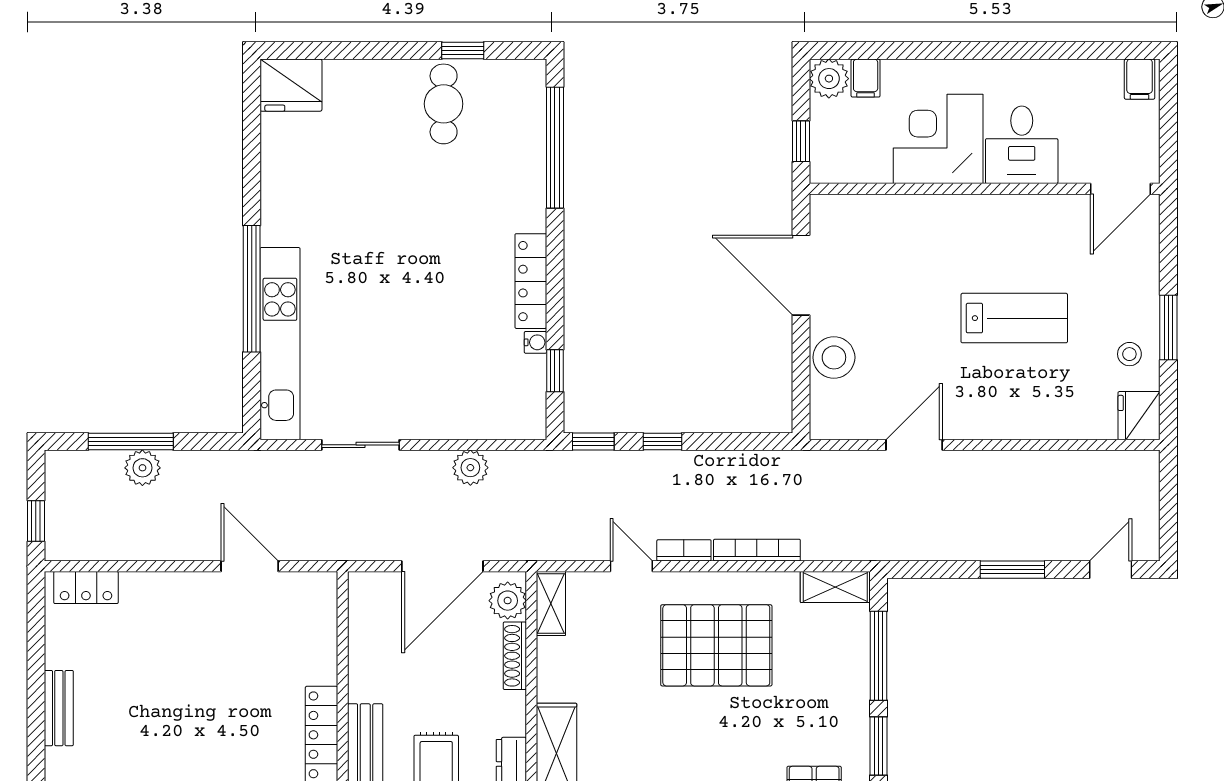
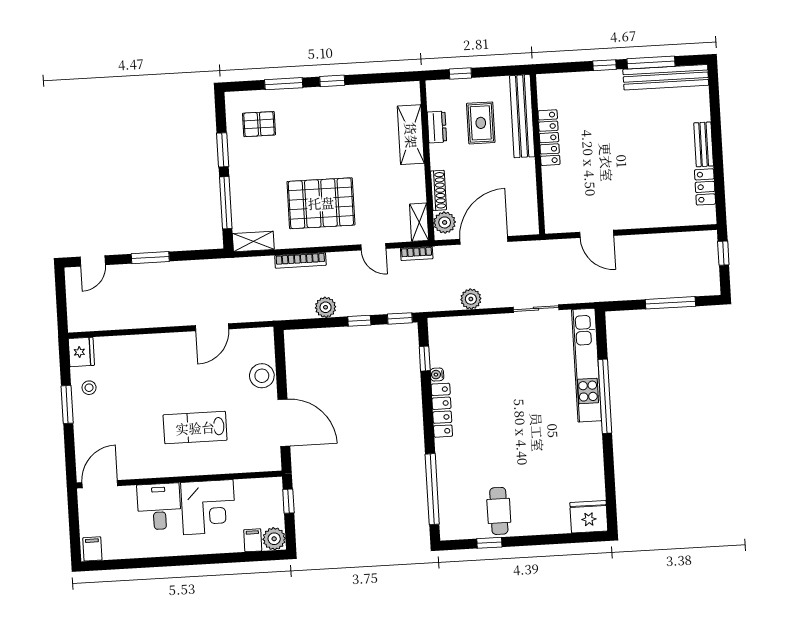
lab bench: (1014, 318) -> (195, 428), moved
plant: (142, 468) -> (326, 307), moved
bookcase: (684, 550) -> (417, 254), moved
locker: (86, 588) -> (705, 187), moved, turned -90

